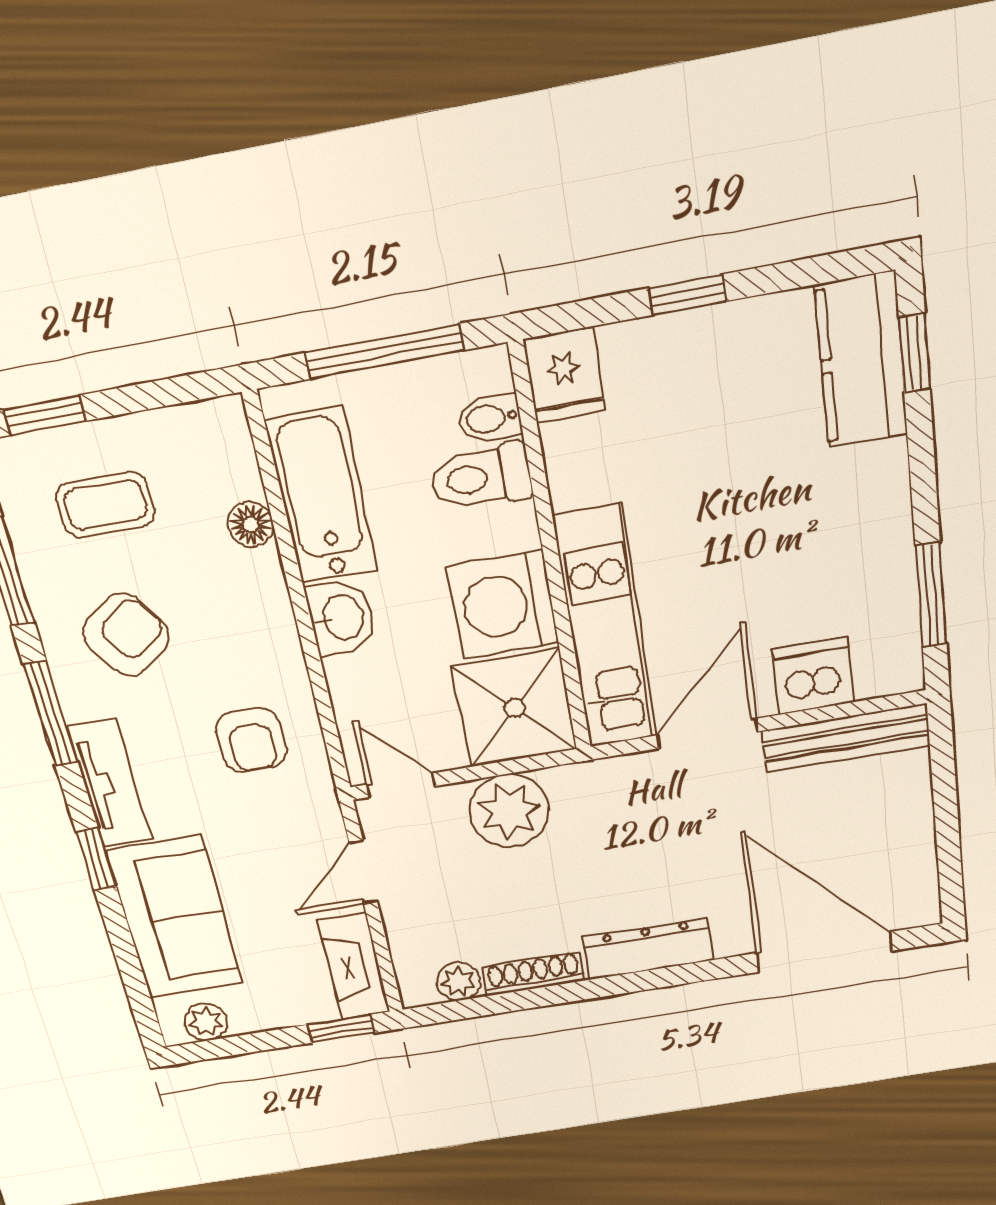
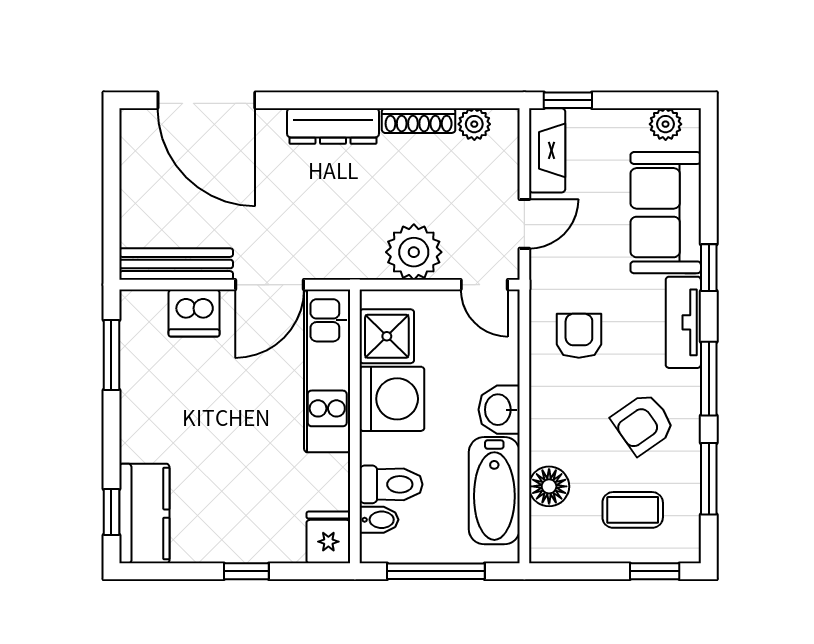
floor lamp: (251, 524) -> (549, 486), width x1.37, depth x1.37
shower: (515, 708) -> (387, 336), width x0.73, depth x0.73

